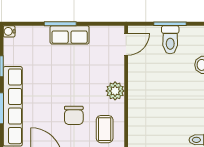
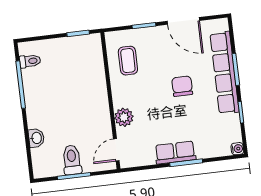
plant: (115, 91) -> (124, 117), moved
chair: (74, 115) -> (182, 86), moved

